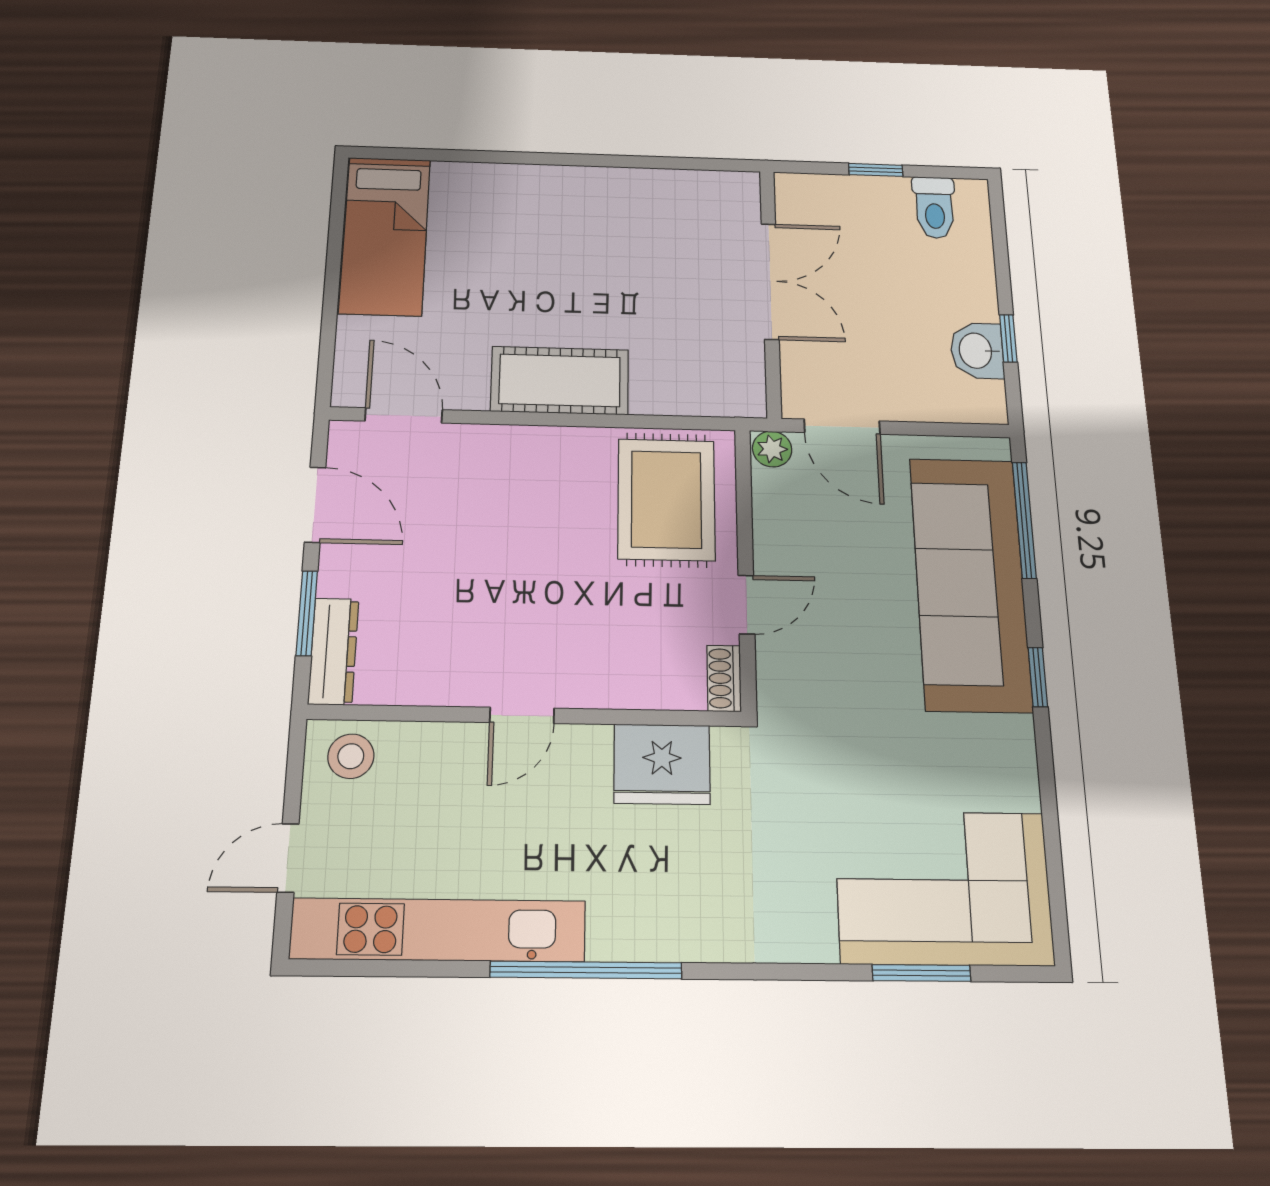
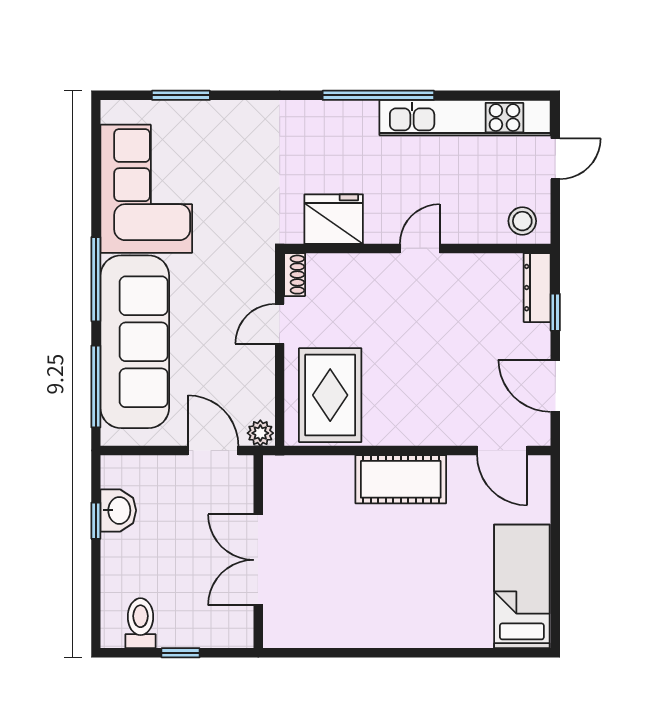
window: (307, 613) -> (555, 312), width x0.67
window: (1038, 677) -> (96, 279), width x2.17
corner sofa: (943, 888) -> (146, 189), moved, turned -90

